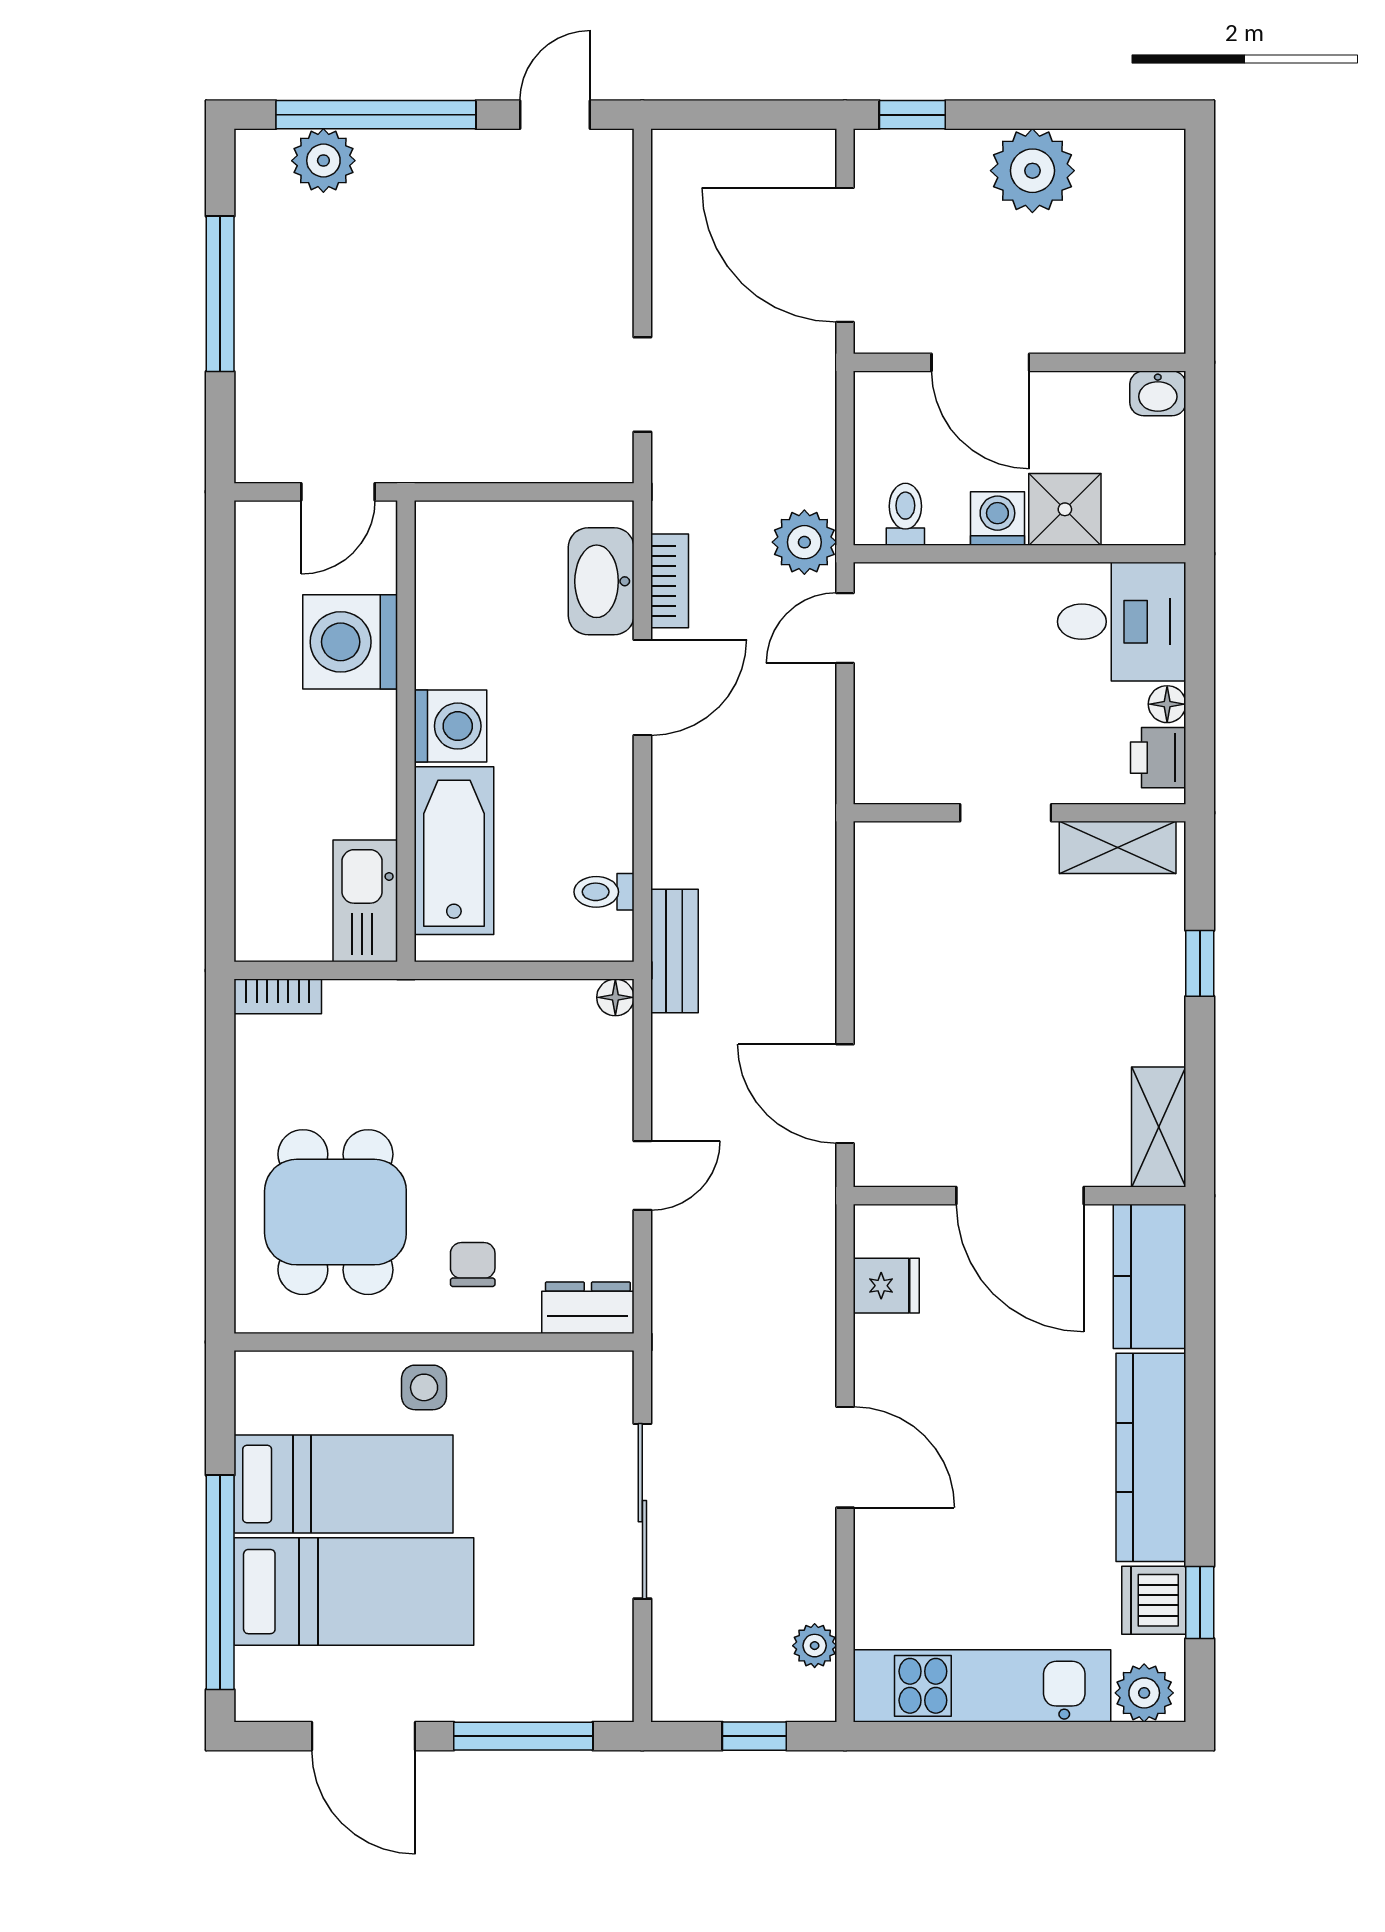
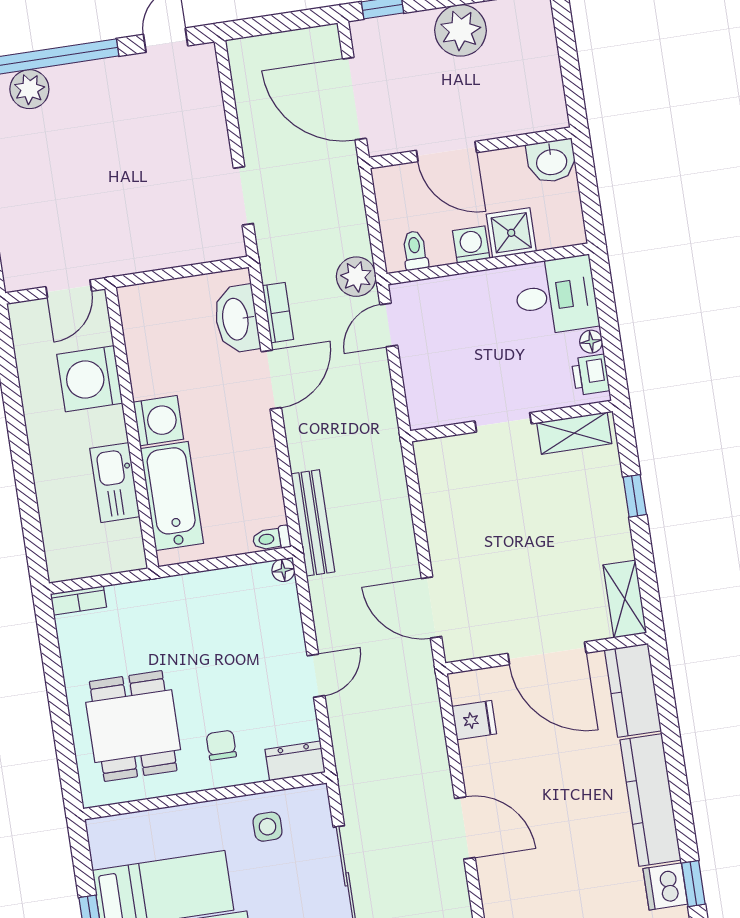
washbasin: (1158, 393) -> (551, 161), width x1.38, depth x1.45
toilet: (604, 892) -> (271, 539), moved
kitchen sink: (365, 901) -> (115, 483), moved
bench: (674, 951) -> (313, 523), width x1.36
side table: (424, 1387) -> (268, 827), moved

